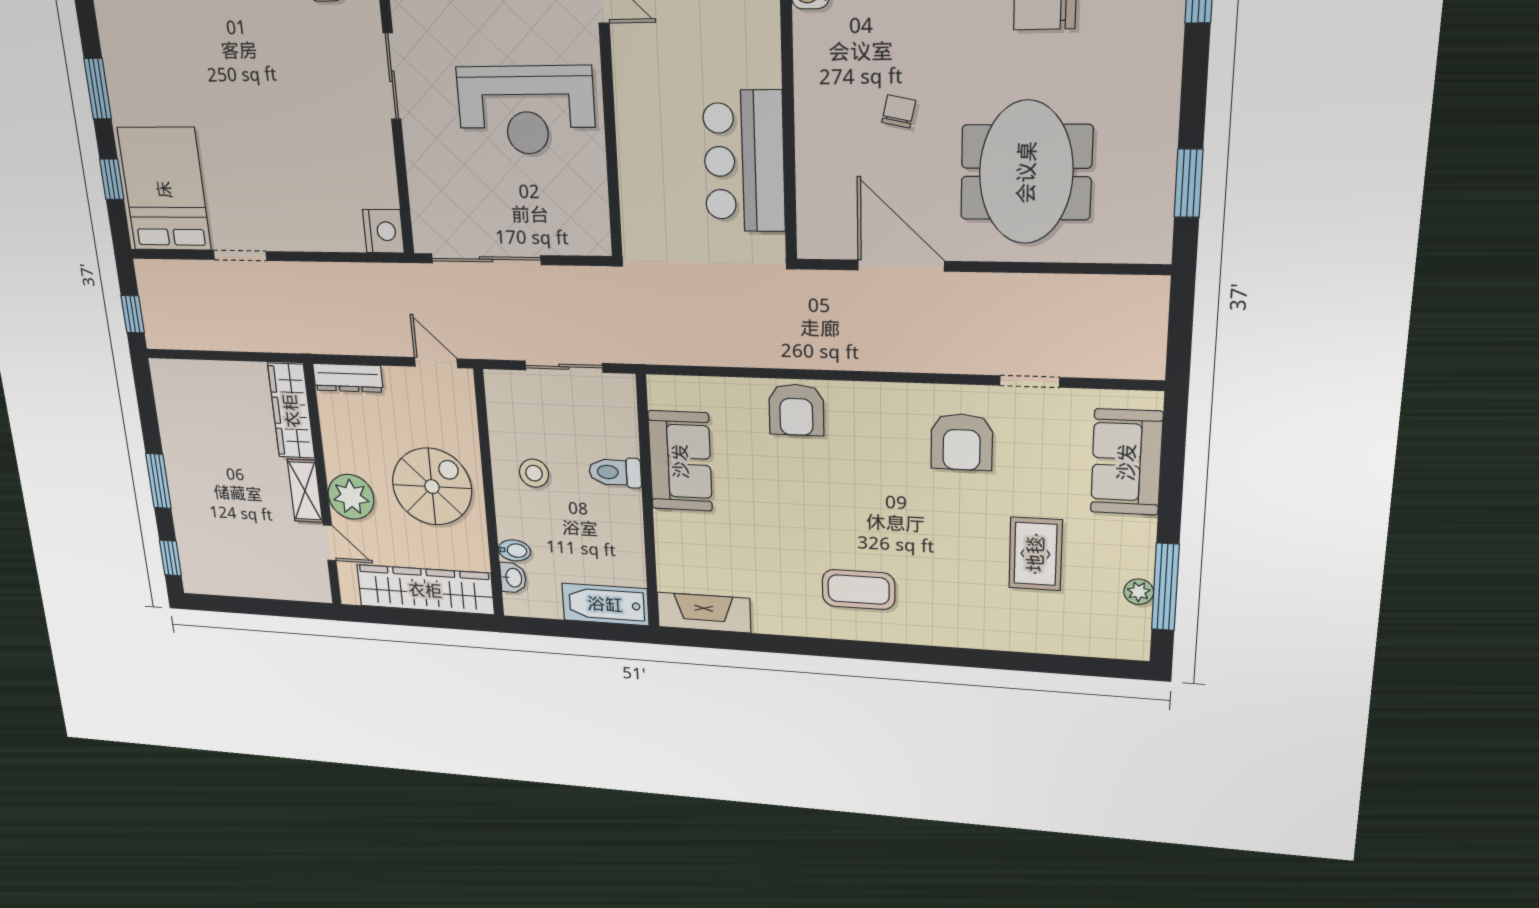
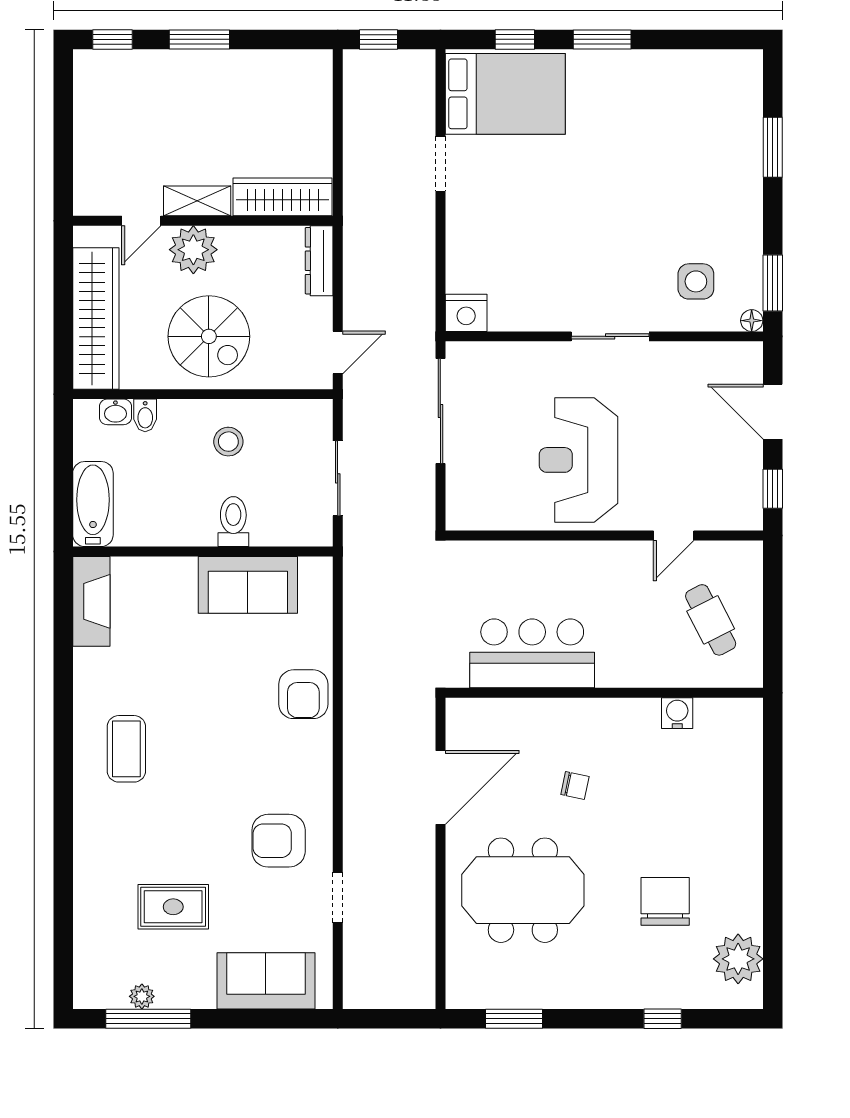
armchair: (796, 410) -> (303, 694), turned -90

